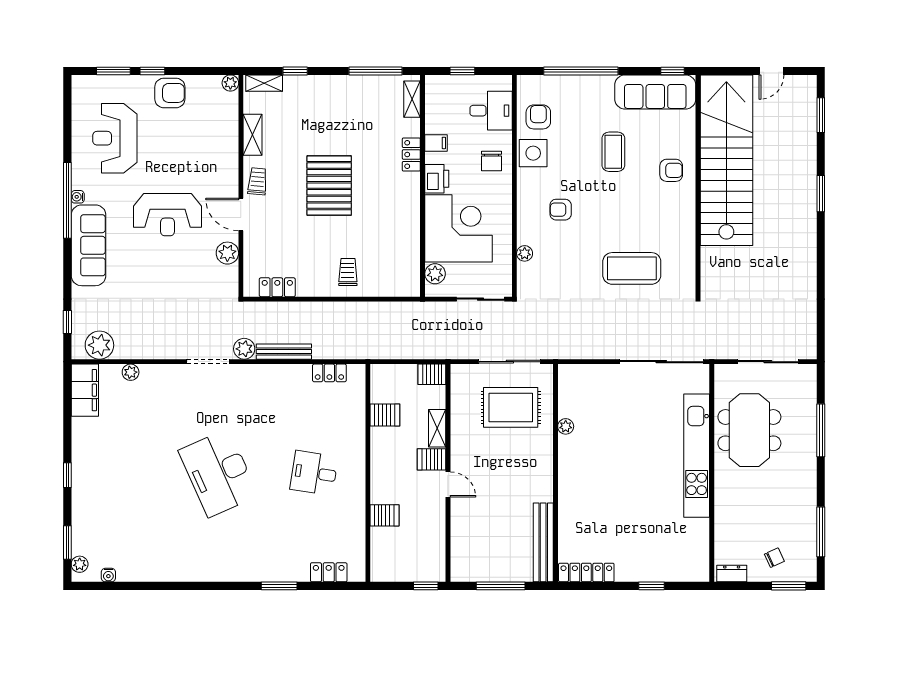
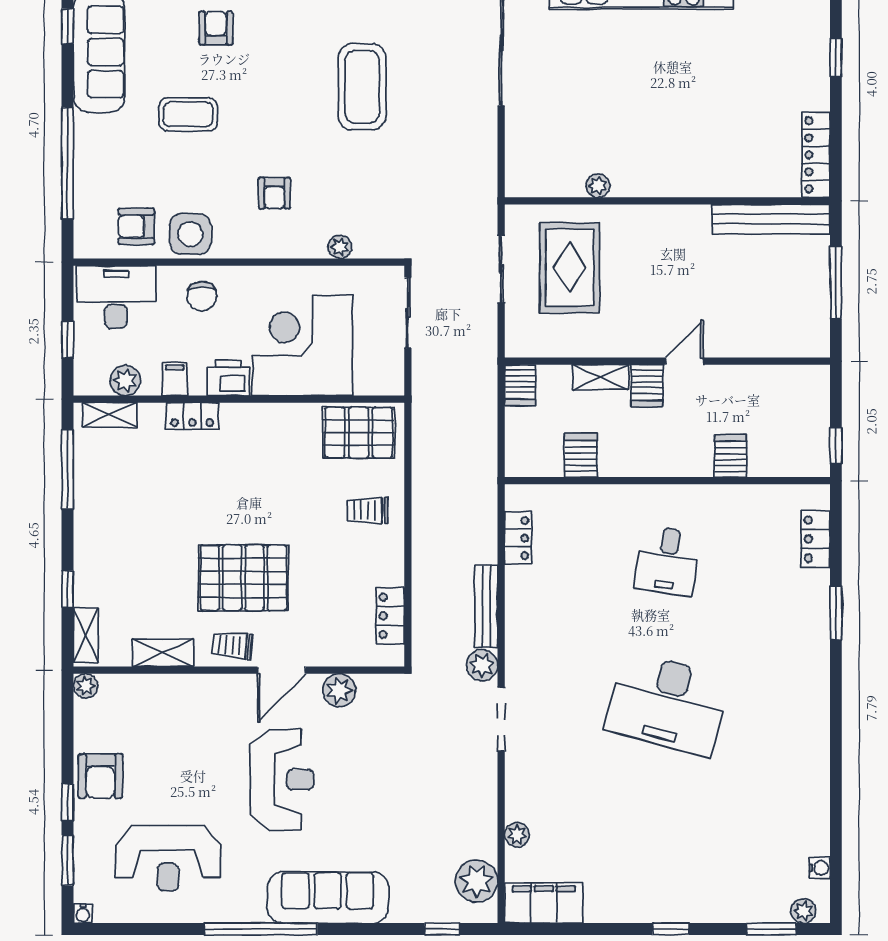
armchair: (170, 93) -> (100, 776), turned 180
desk: (491, 111) -> (116, 297), width x1.37
chair: (492, 161) -> (202, 296), turned 90
pallet: (329, 186) -> (243, 578), moved
water cooler: (78, 197) -> (83, 914), moved
pallet: (400, 266) -> (359, 433), added
plant: (435, 274) -> (125, 380), moved
sliding door: (510, 362) -> (501, 269), width x0.73
desk: (218, 473) -> (667, 704), turned 39
window: (426, 586) -> (836, 446), moved

